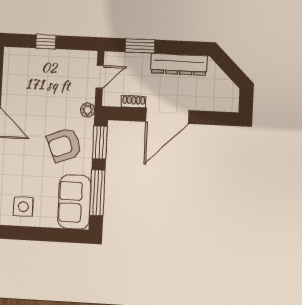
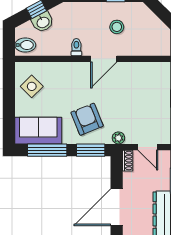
shoe rack: (134, 102) -> (128, 161), moved
door: (167, 116) -> (117, 207), hinge flipped
side table: (23, 207) -> (32, 86), turned 45

